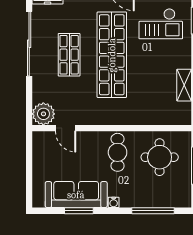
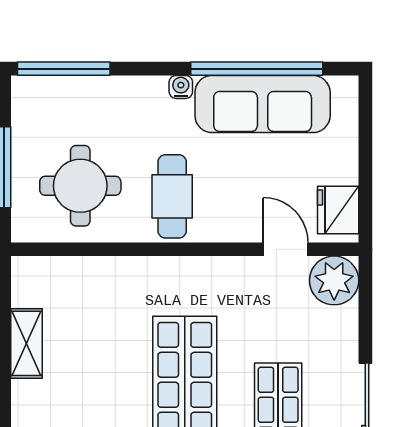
fridge: (42, 146) -> (338, 210), added
window: (79, 211) -> (257, 69), width x2.11
window: (153, 211) -> (64, 69), moved

